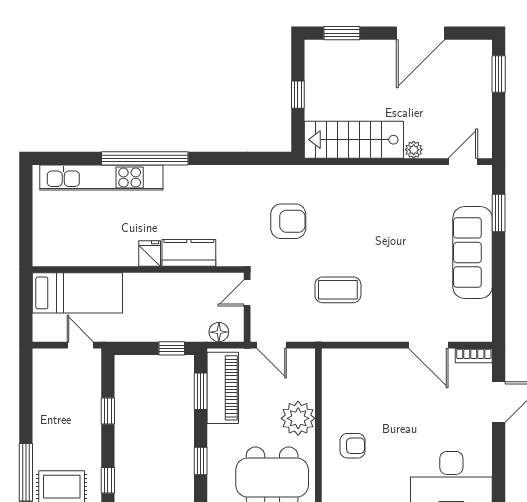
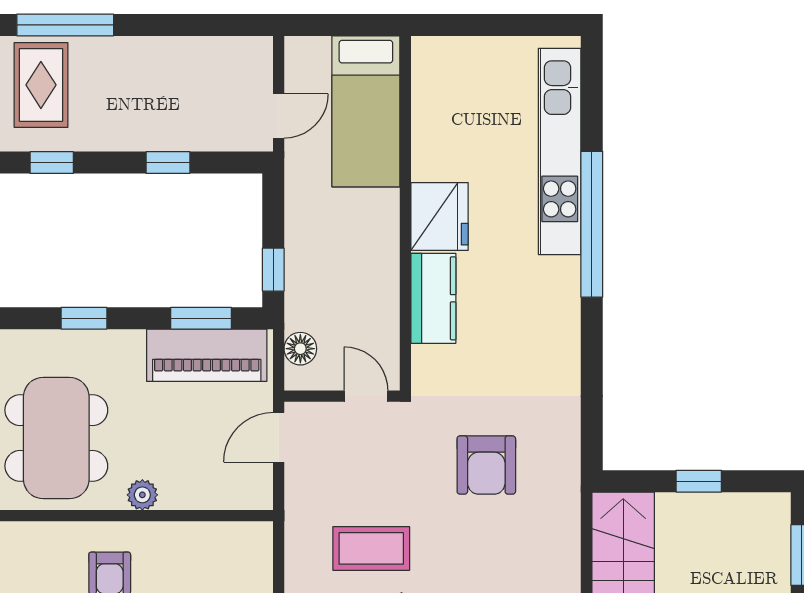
fridge: (150, 253) -> (439, 216), width x1.88, depth x1.34
coffee table: (338, 290) -> (371, 548), turned 90
plant: (298, 418) -> (142, 495), width x0.53, depth x0.53

